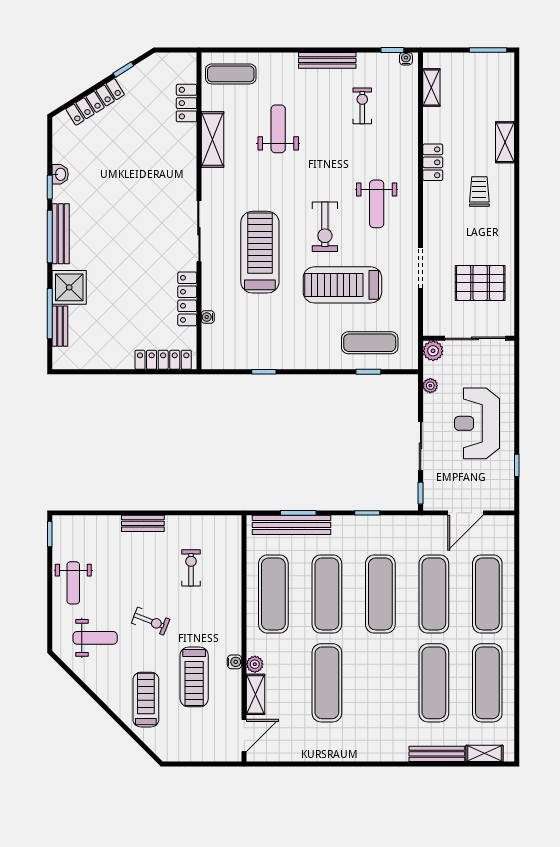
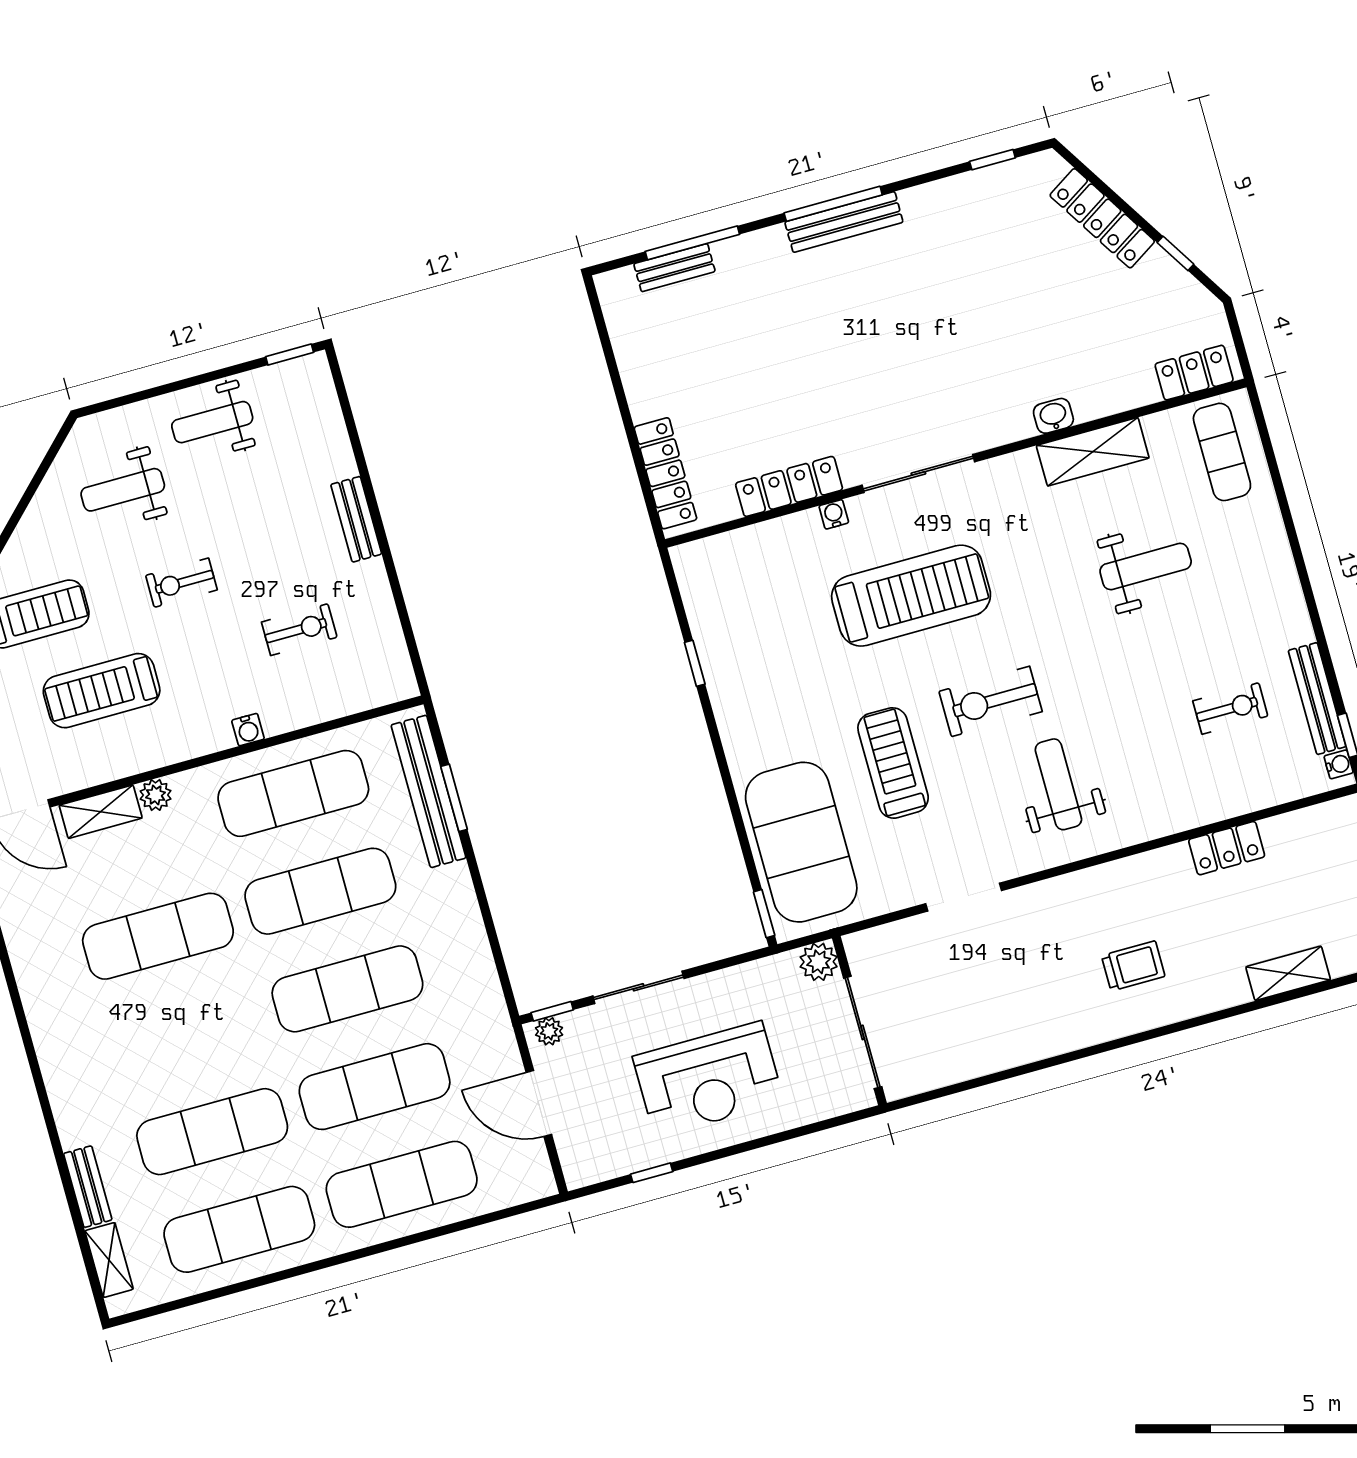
bench: (327, 60) -> (1317, 699), moved
shelving: (431, 87) -> (1299, 826), removed
locker: (186, 103) -> (1194, 373), moved
shelving: (505, 142) -> (1288, 973), moved
locker: (433, 162) -> (1227, 848), moved
washbasin: (60, 174) -> (1053, 416), moved, turned 180
window: (50, 187) -> (992, 160), moved
weight bench: (377, 204) -> (1058, 784), turned 90
pallet: (480, 283) -> (966, 1014), removed
treadmill: (342, 285) -> (893, 763), width x0.73, depth x0.73
shower: (69, 287) -> (750, 265), removed
water cooler: (208, 317) -> (834, 514), moved
exercise mat: (370, 343) -> (801, 842), width x2.00, depth x1.45
window: (368, 372) -> (764, 914), moved
plant: (430, 386) -> (549, 1031), moved
reception desk: (477, 423) -> (708, 1079), turned 180
window: (367, 513) -> (489, 924), removed
exercise bike: (151, 621) -> (181, 583), turned 69
weight bench: (95, 638) -> (123, 490), turned 90
water cooler: (235, 662) -> (248, 730), moved
bench: (437, 754) -> (88, 1187), width x0.73

